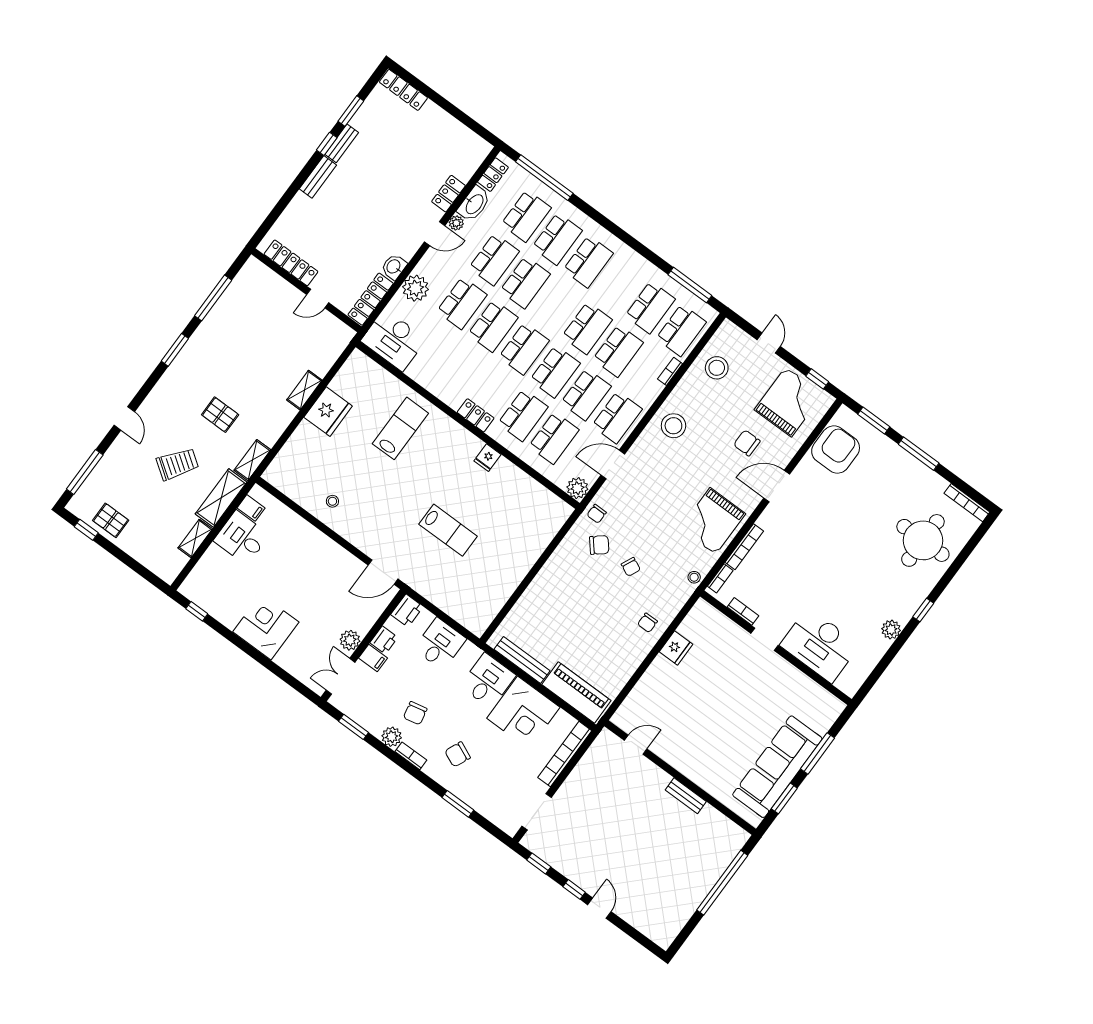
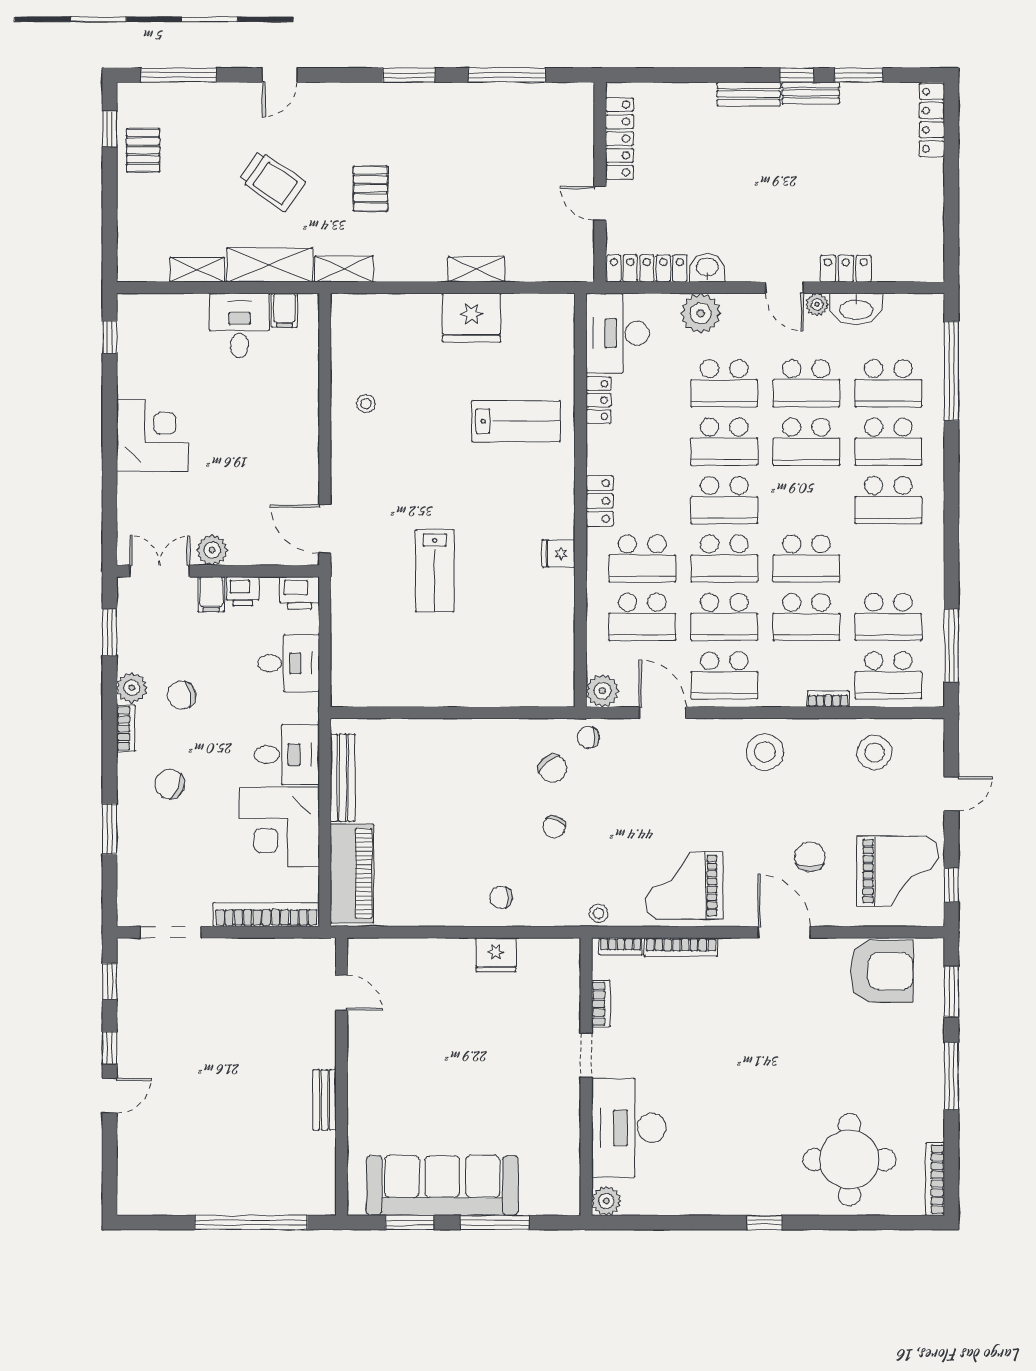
locker: (493, 175) -> (599, 400), moved, turned -90
plant: (891, 630) -> (606, 1201), moved

